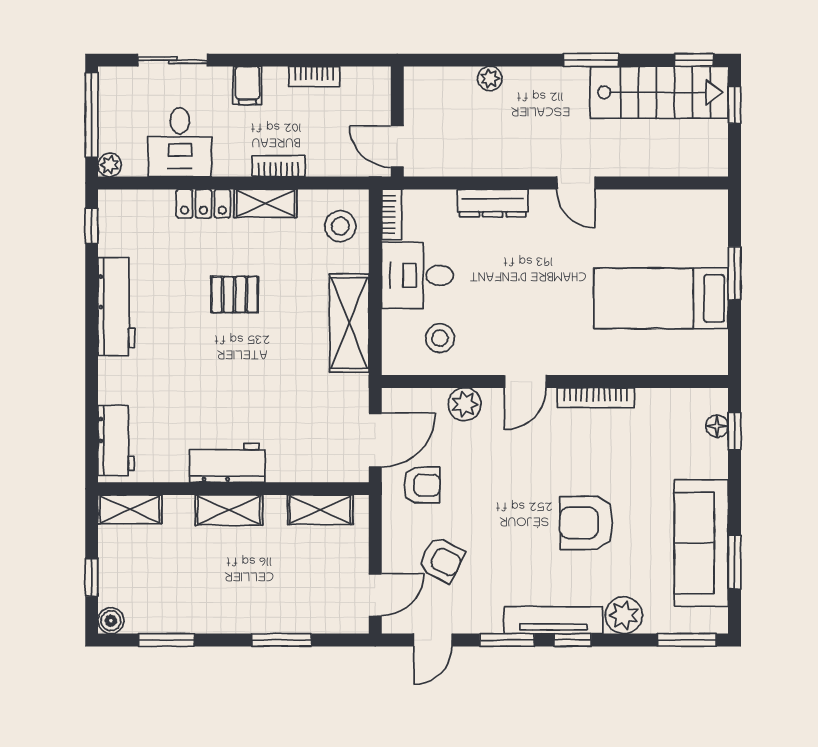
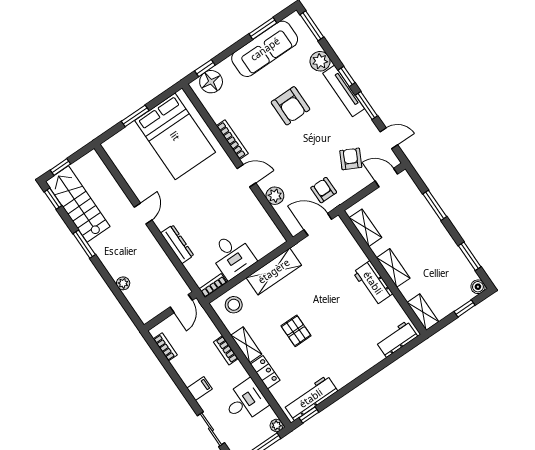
bookcase: (314, 77) -> (165, 347), moved
bed: (661, 298) -> (175, 136), width x1.50
workbench: (116, 307) -> (311, 398), moved
stool: (440, 338) -> (253, 227), removed
floor lamp: (717, 426) -> (211, 82), width x1.89, depth x1.89

